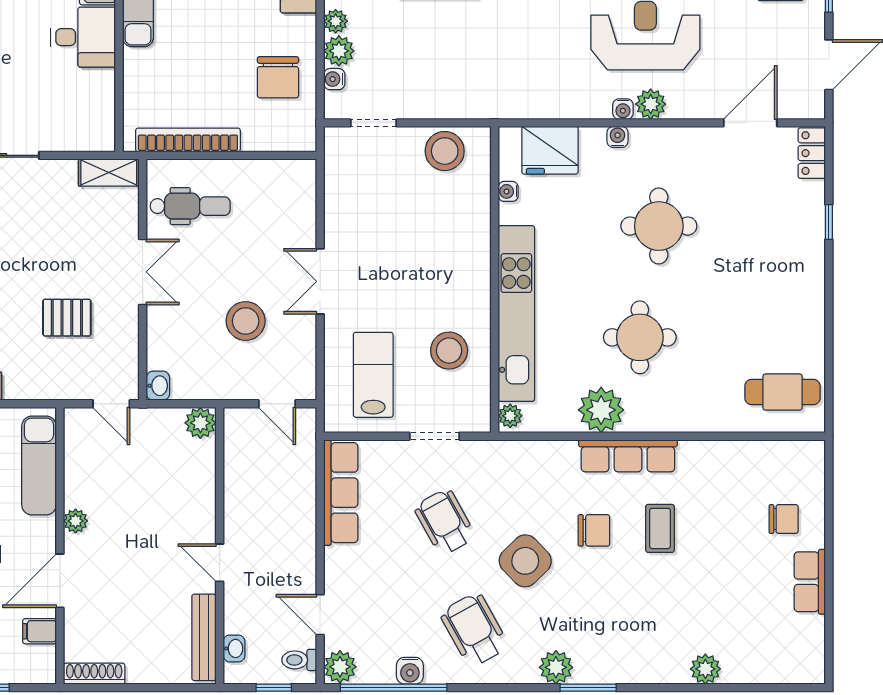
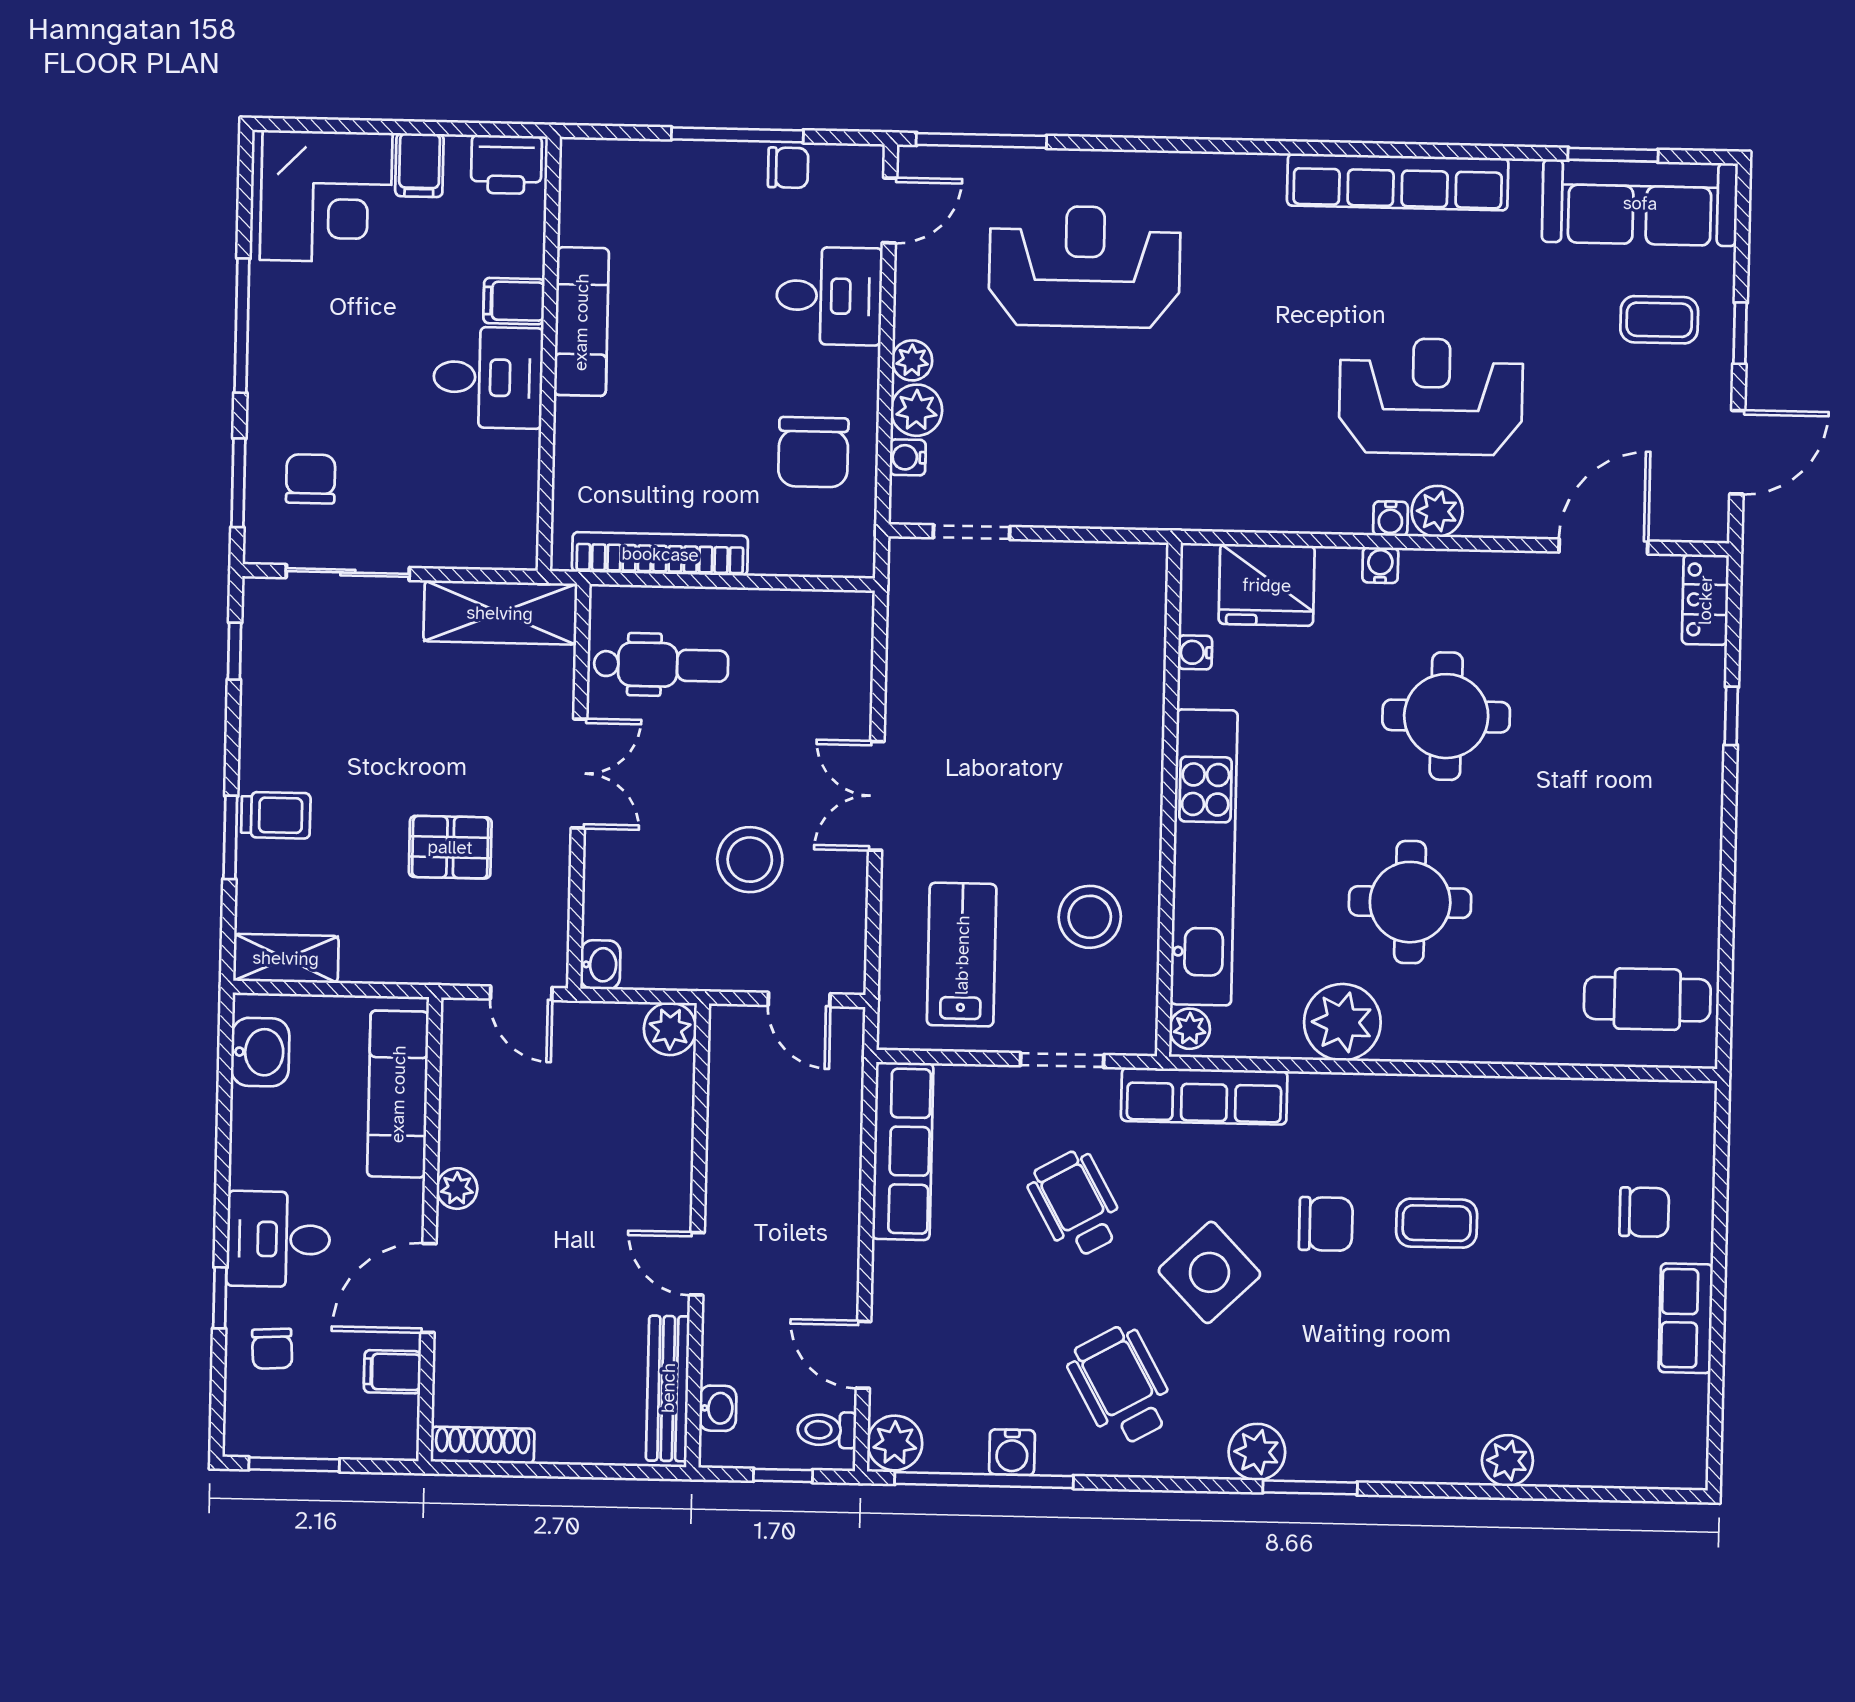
stool: (445, 151) -> (1090, 582), removed
shelving: (109, 173) -> (500, 613), width x1.50, depth x1.33
row of seats: (628, 456) -> (1204, 1096), moved
coffee table: (660, 528) -> (1437, 1223), turned 90

